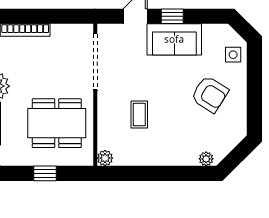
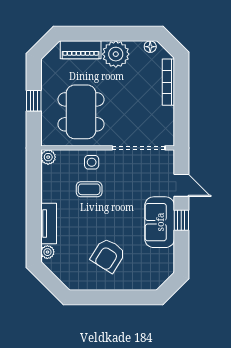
side table: (233, 55) -> (92, 162), moved
tv unit: (176, 158) -> (49, 224), added

